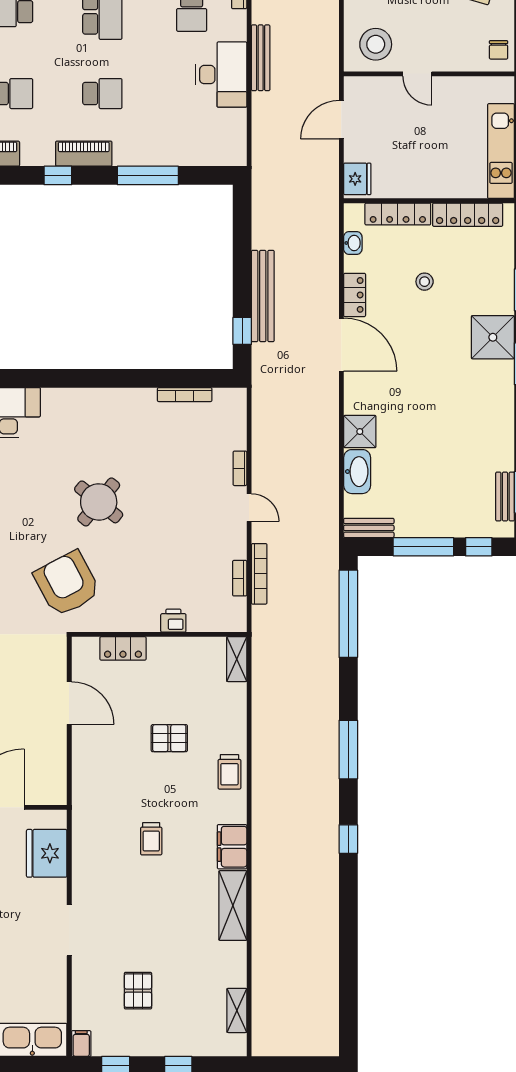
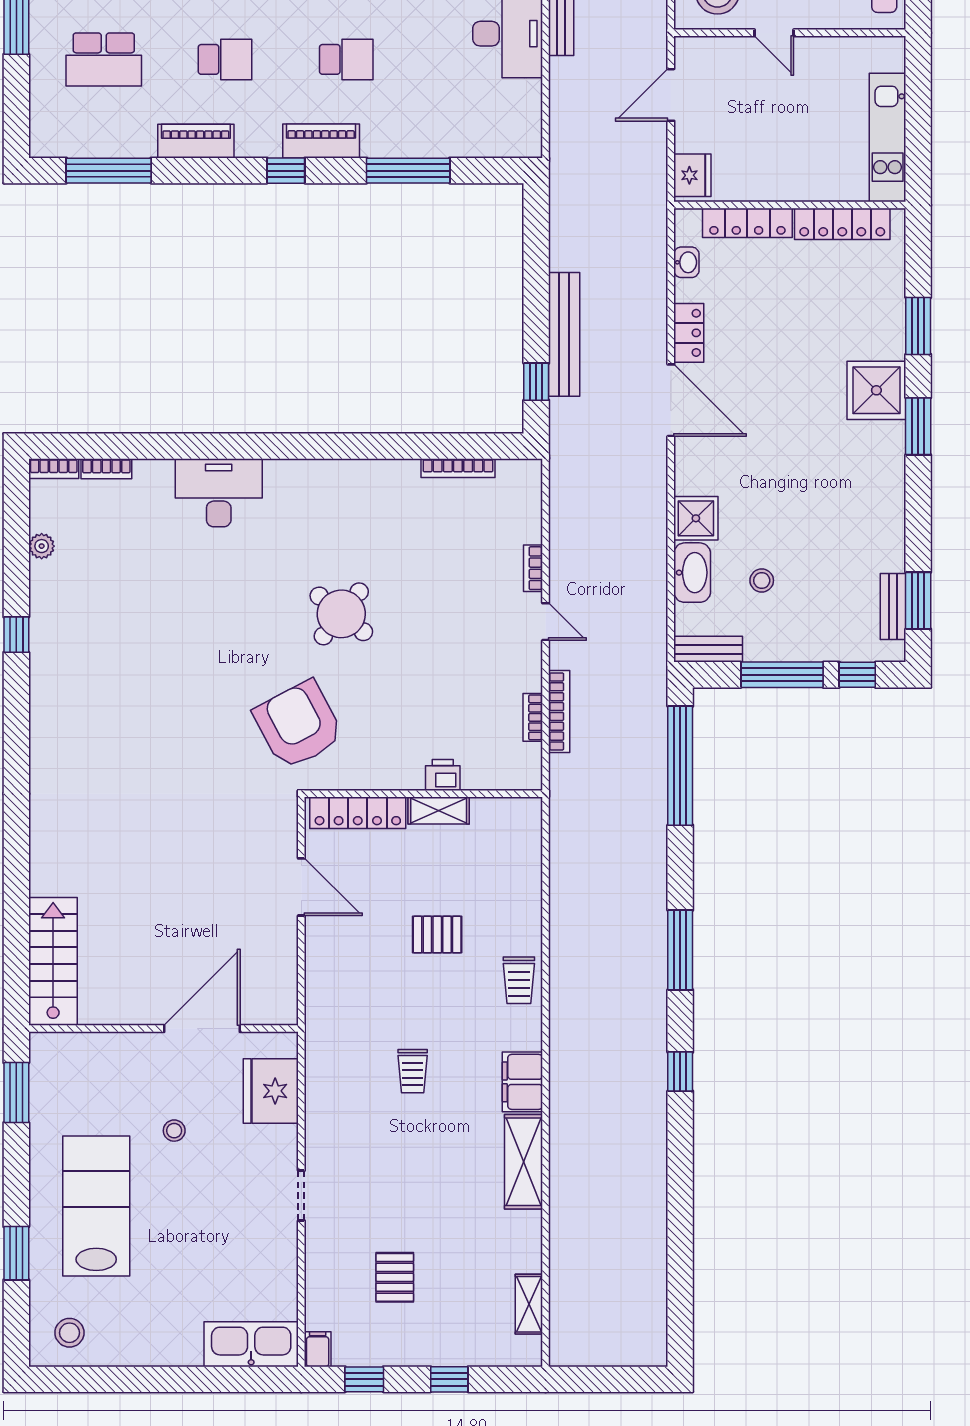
stool: (425, 282) -> (762, 580), moved
locker: (123, 648) -> (358, 813), width x1.53
shelving: (237, 659) -> (439, 811), moved, turned 90
doorway: (69, 930) -> (301, 1196), width x0.73

